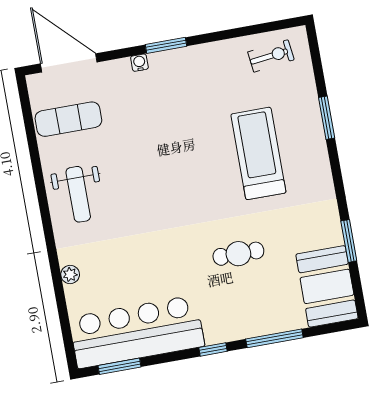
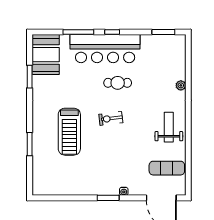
exercise bike: (271, 56) -> (111, 118), moved
cafe table: (238, 254) -> (118, 83), moved
bar counter: (137, 332) -> (105, 49), moved

